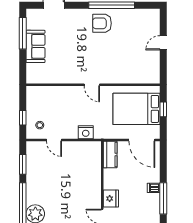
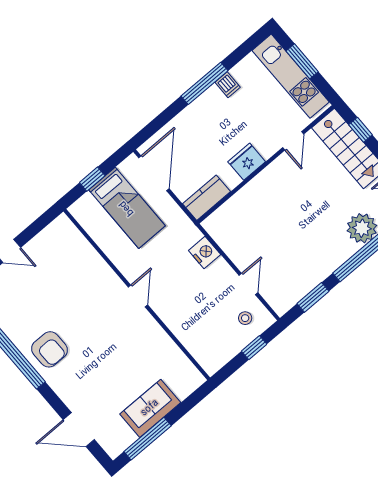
bed: (136, 109) -> (127, 208), width x0.67
dishwasher: (154, 188) -> (228, 85), moved
fridge: (111, 199) -> (247, 162), moved

